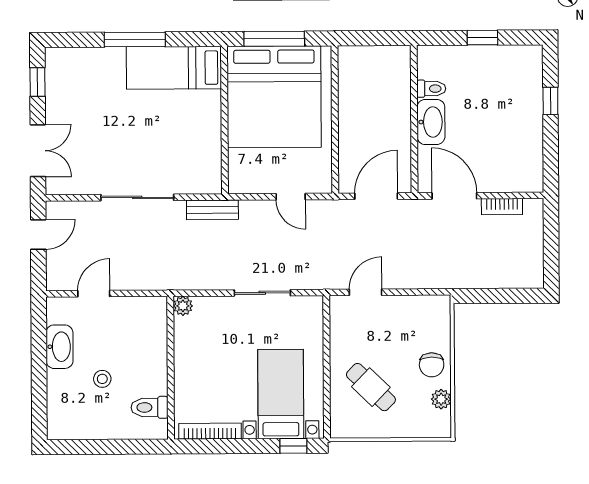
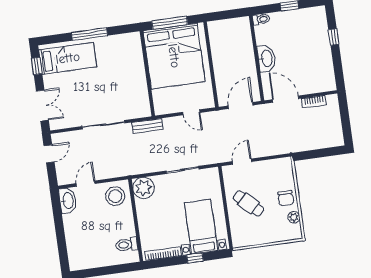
bed: (174, 68) -> (68, 58), moved, turned 180
toilet: (431, 89) -> (261, 19), moved
plant: (183, 306) -> (144, 188), width x1.87, depth x1.87
washbasin: (59, 347) -> (68, 201), moved
stool: (102, 379) -> (115, 196), moved, width x1.89, depth x1.89
cafe table: (371, 387) -> (248, 203), moved
window: (293, 446) -> (195, 258), moved

